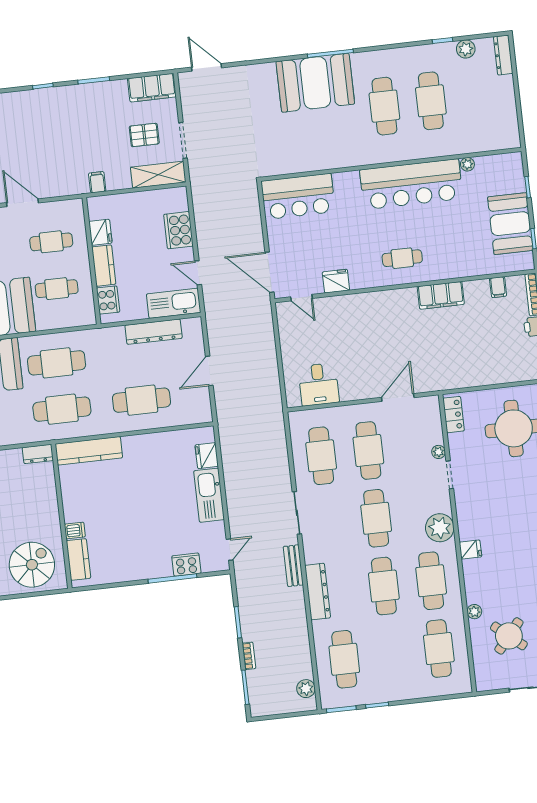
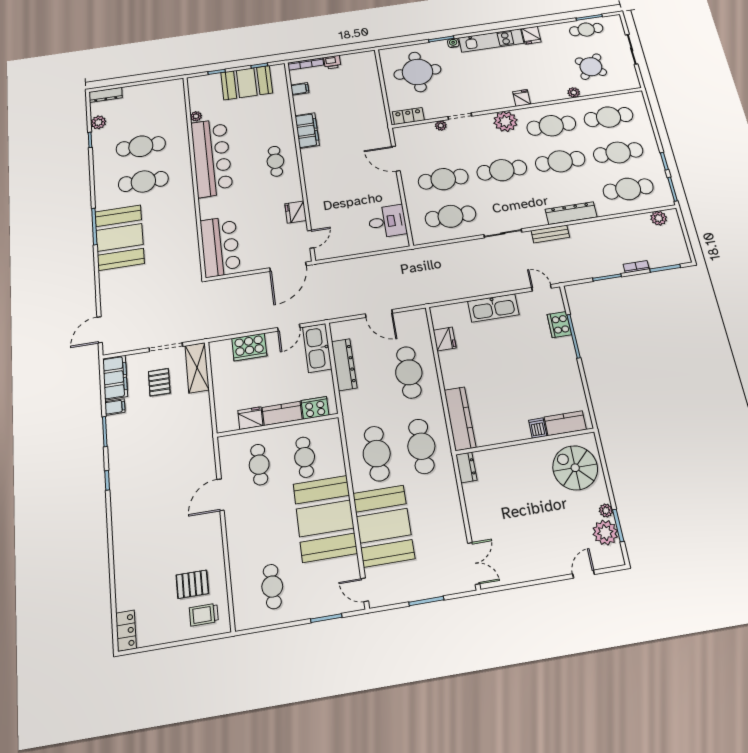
filing cabinet: (97, 182) -> (115, 407), moved, turned 180
fridge: (207, 456) -> (445, 339), moved, turned -90
cafe table: (392, 654) -> (618, 152), added

